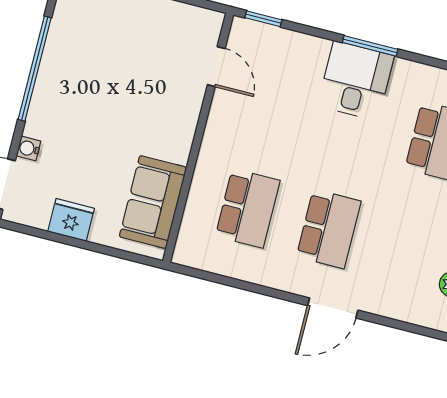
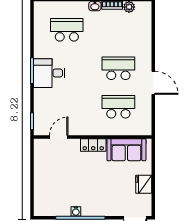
locker: (181, 135) -> (93, 145), added
water cooler: (29, 148) -> (76, 211), moved
door: (333, 308) -> (153, 83), moved

